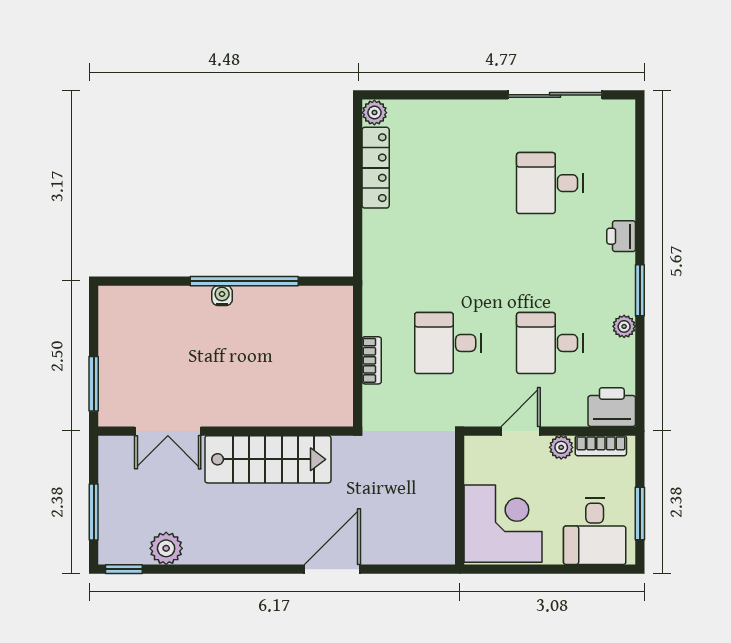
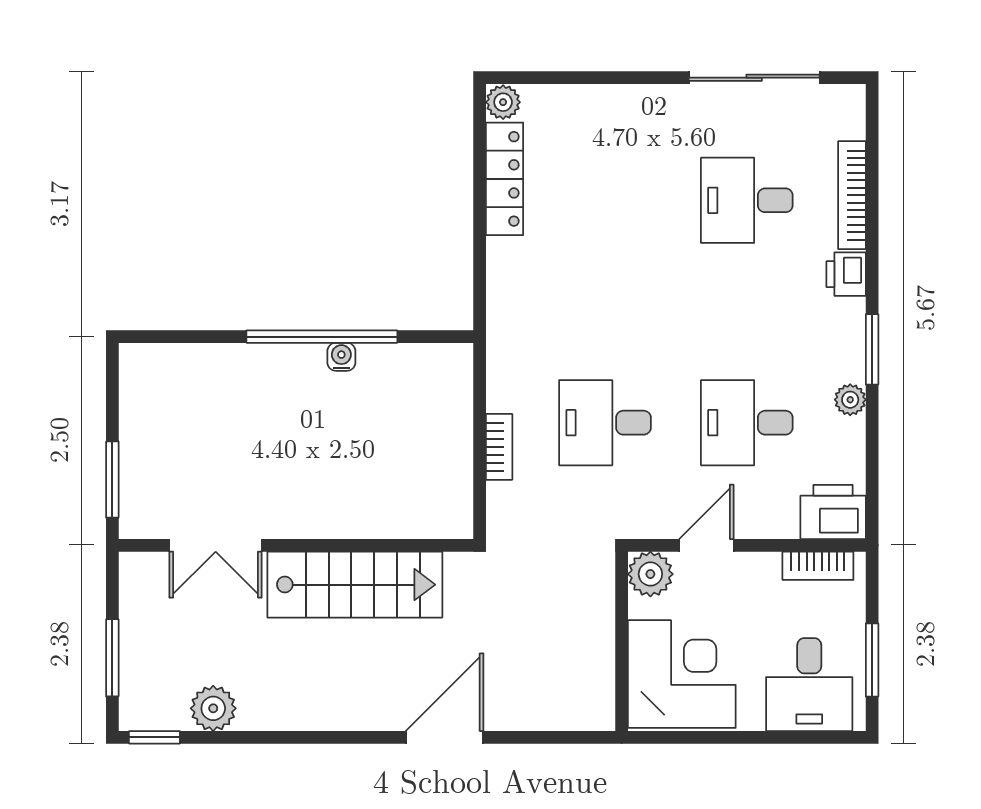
bookcase: (625, 179) -> (852, 195), added
water cooler: (222, 296) -> (341, 357), moved
plant: (561, 447) -> (650, 574), moved, width x1.38, depth x1.38

